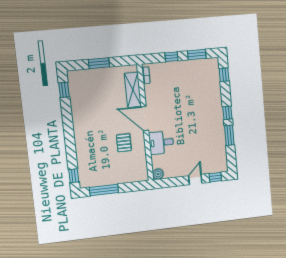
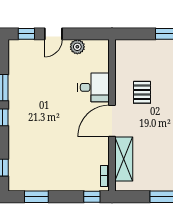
window: (171, 57) -> (92, 197), moved
door: (145, 118) -> (112, 121), swing flipped
plant: (158, 174) -> (77, 47), moved

